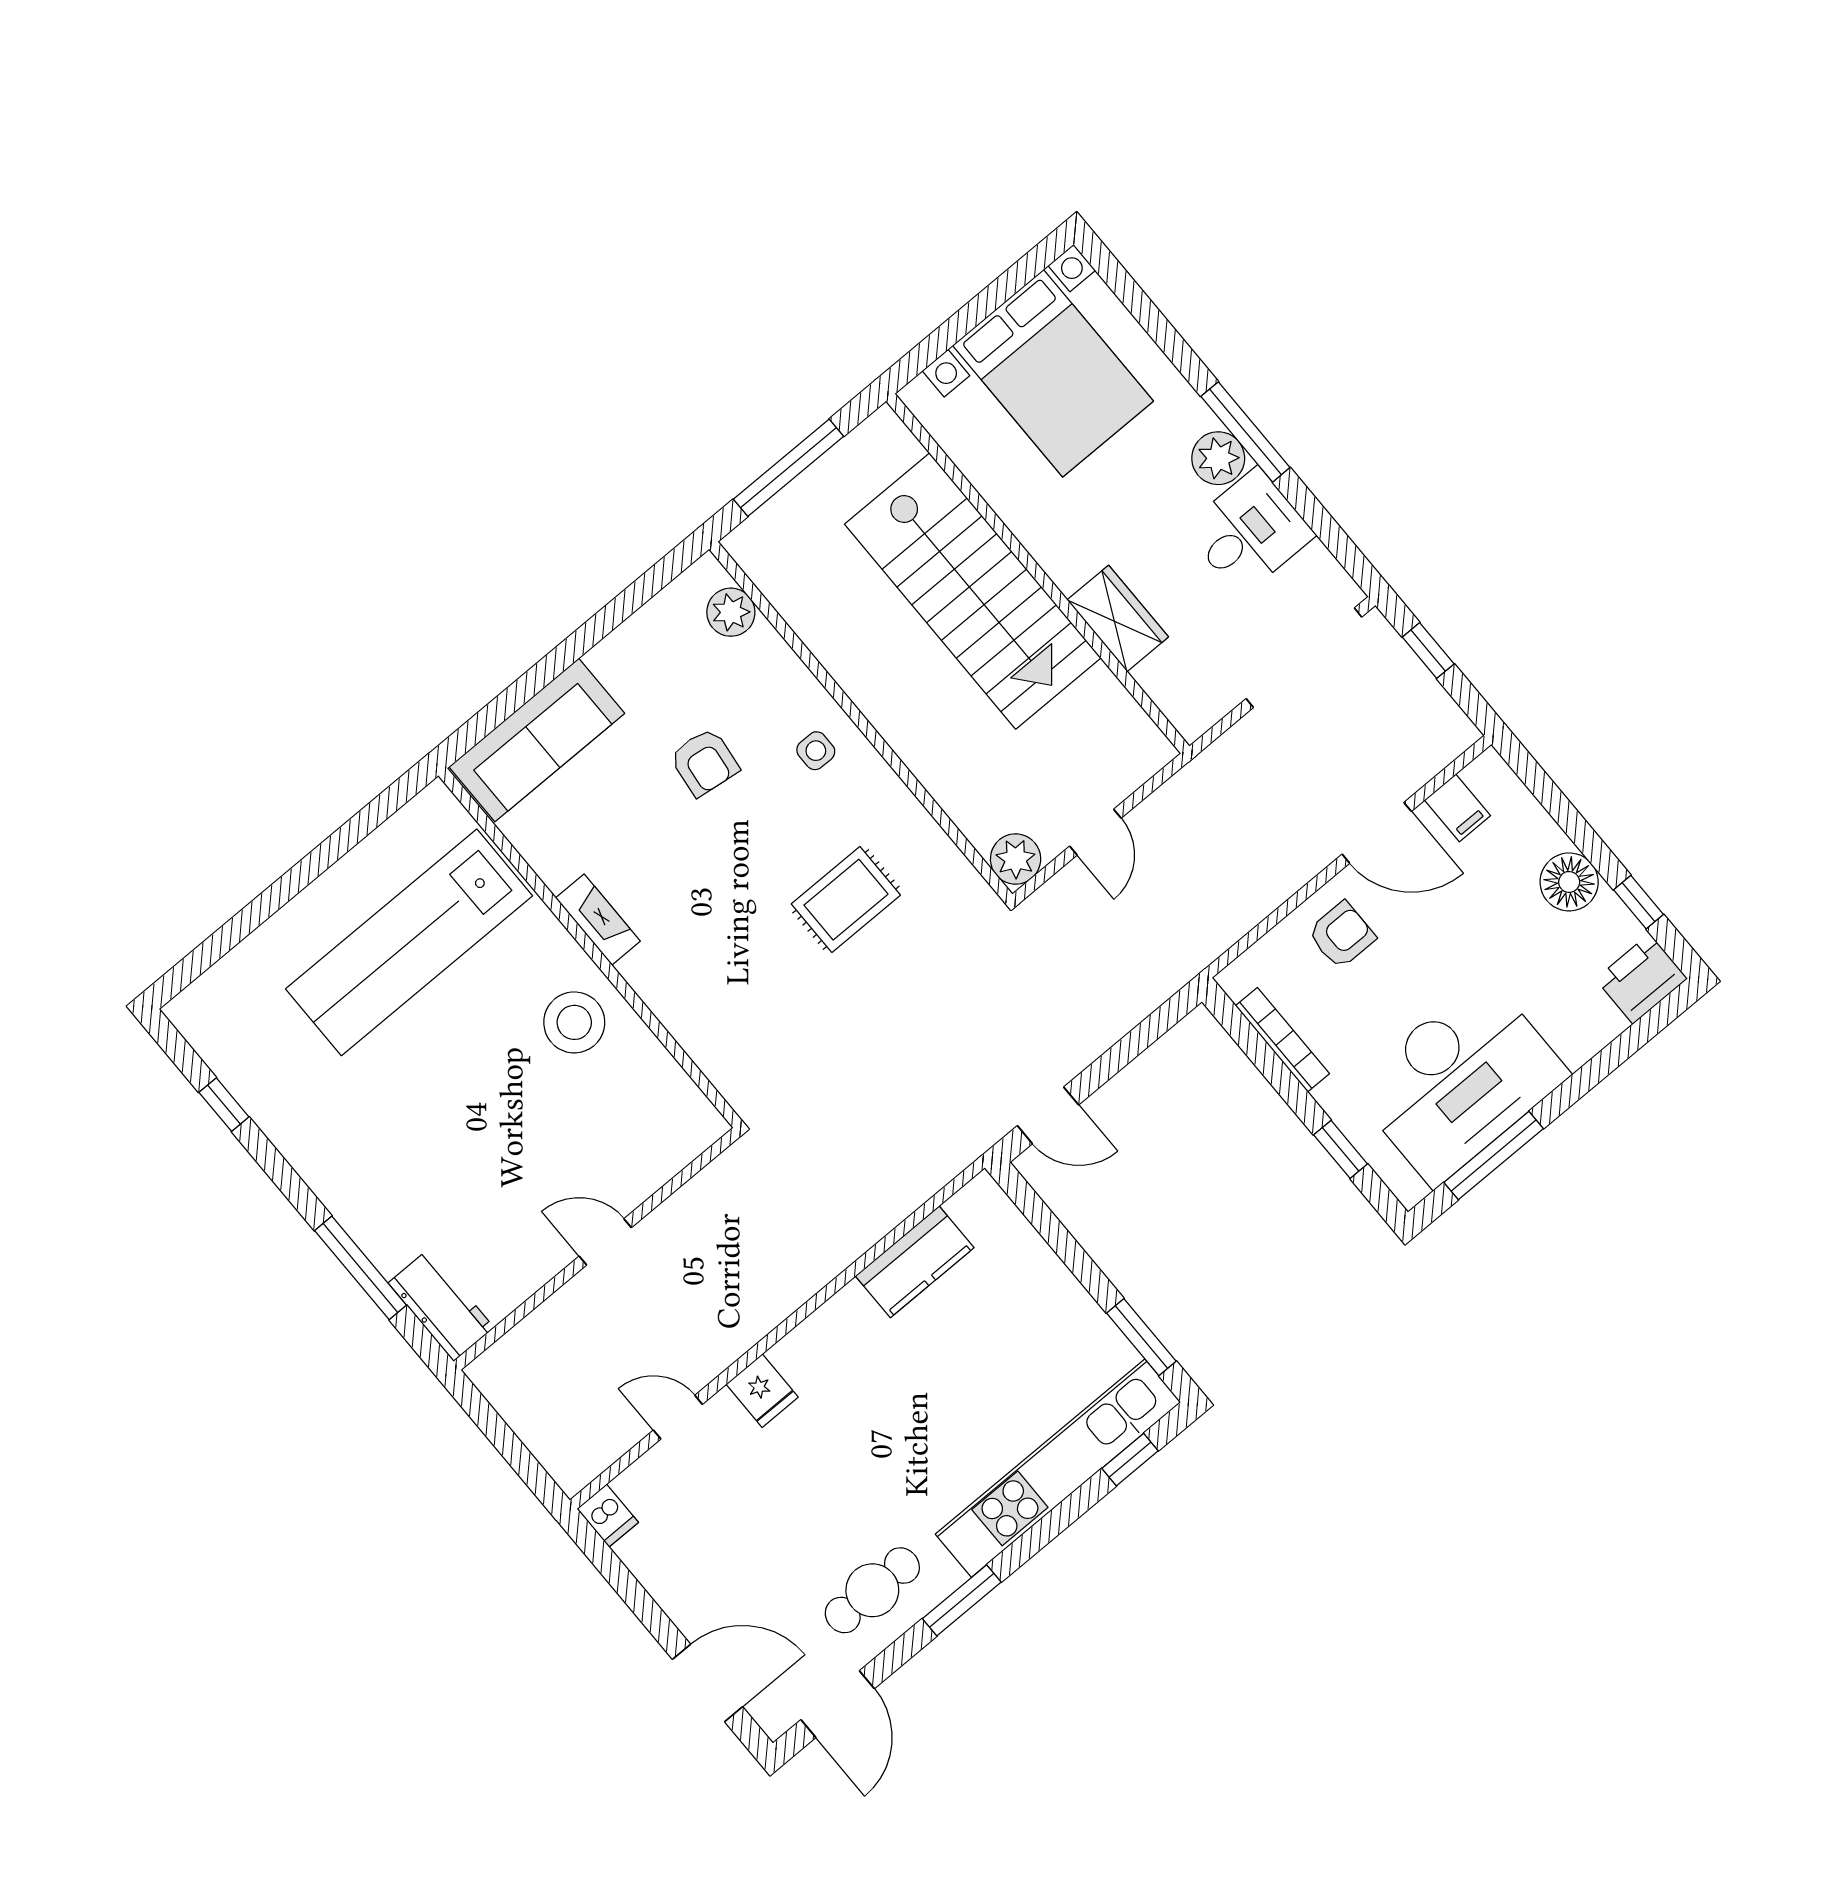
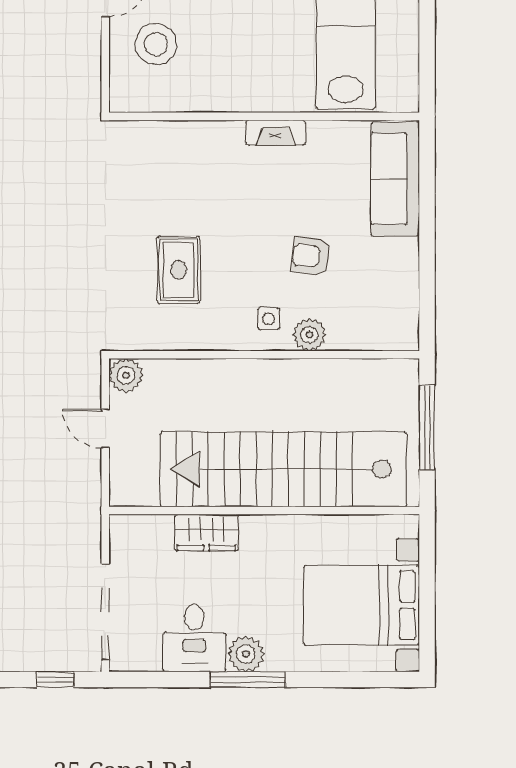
stairs: (973, 591) -> (283, 469), width x1.36
plant: (731, 612) -> (309, 335), moved
stool: (574, 1022) -> (156, 44), moved

